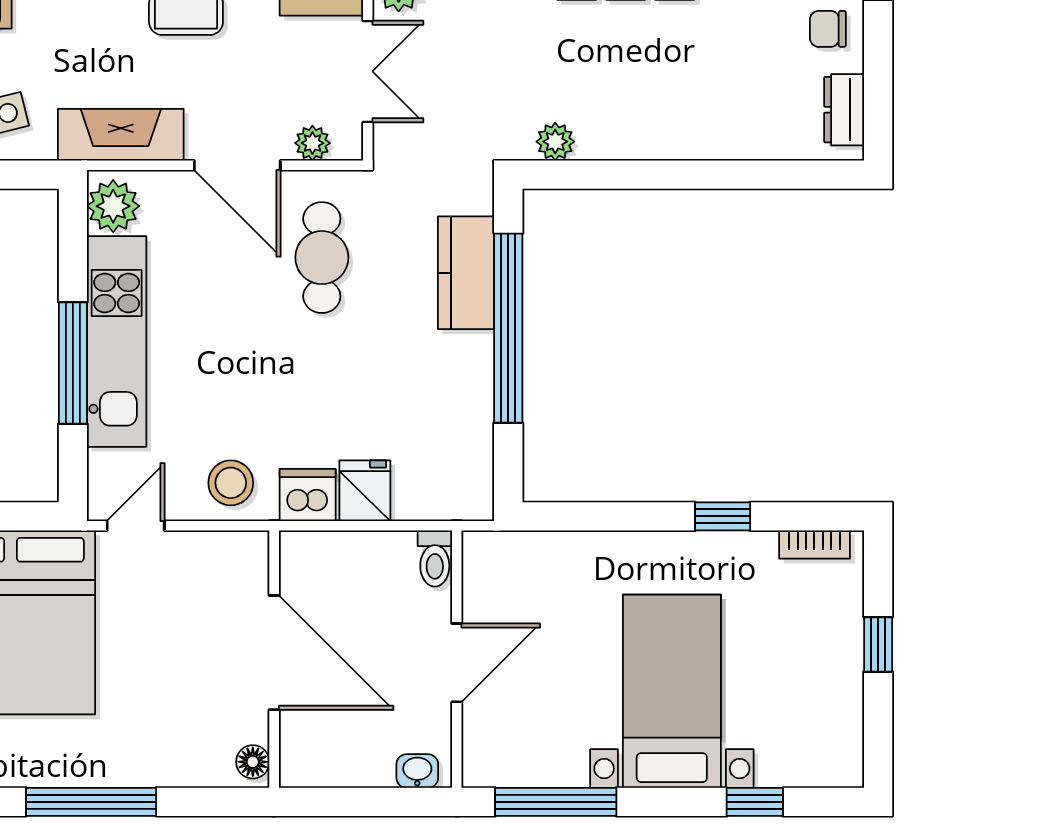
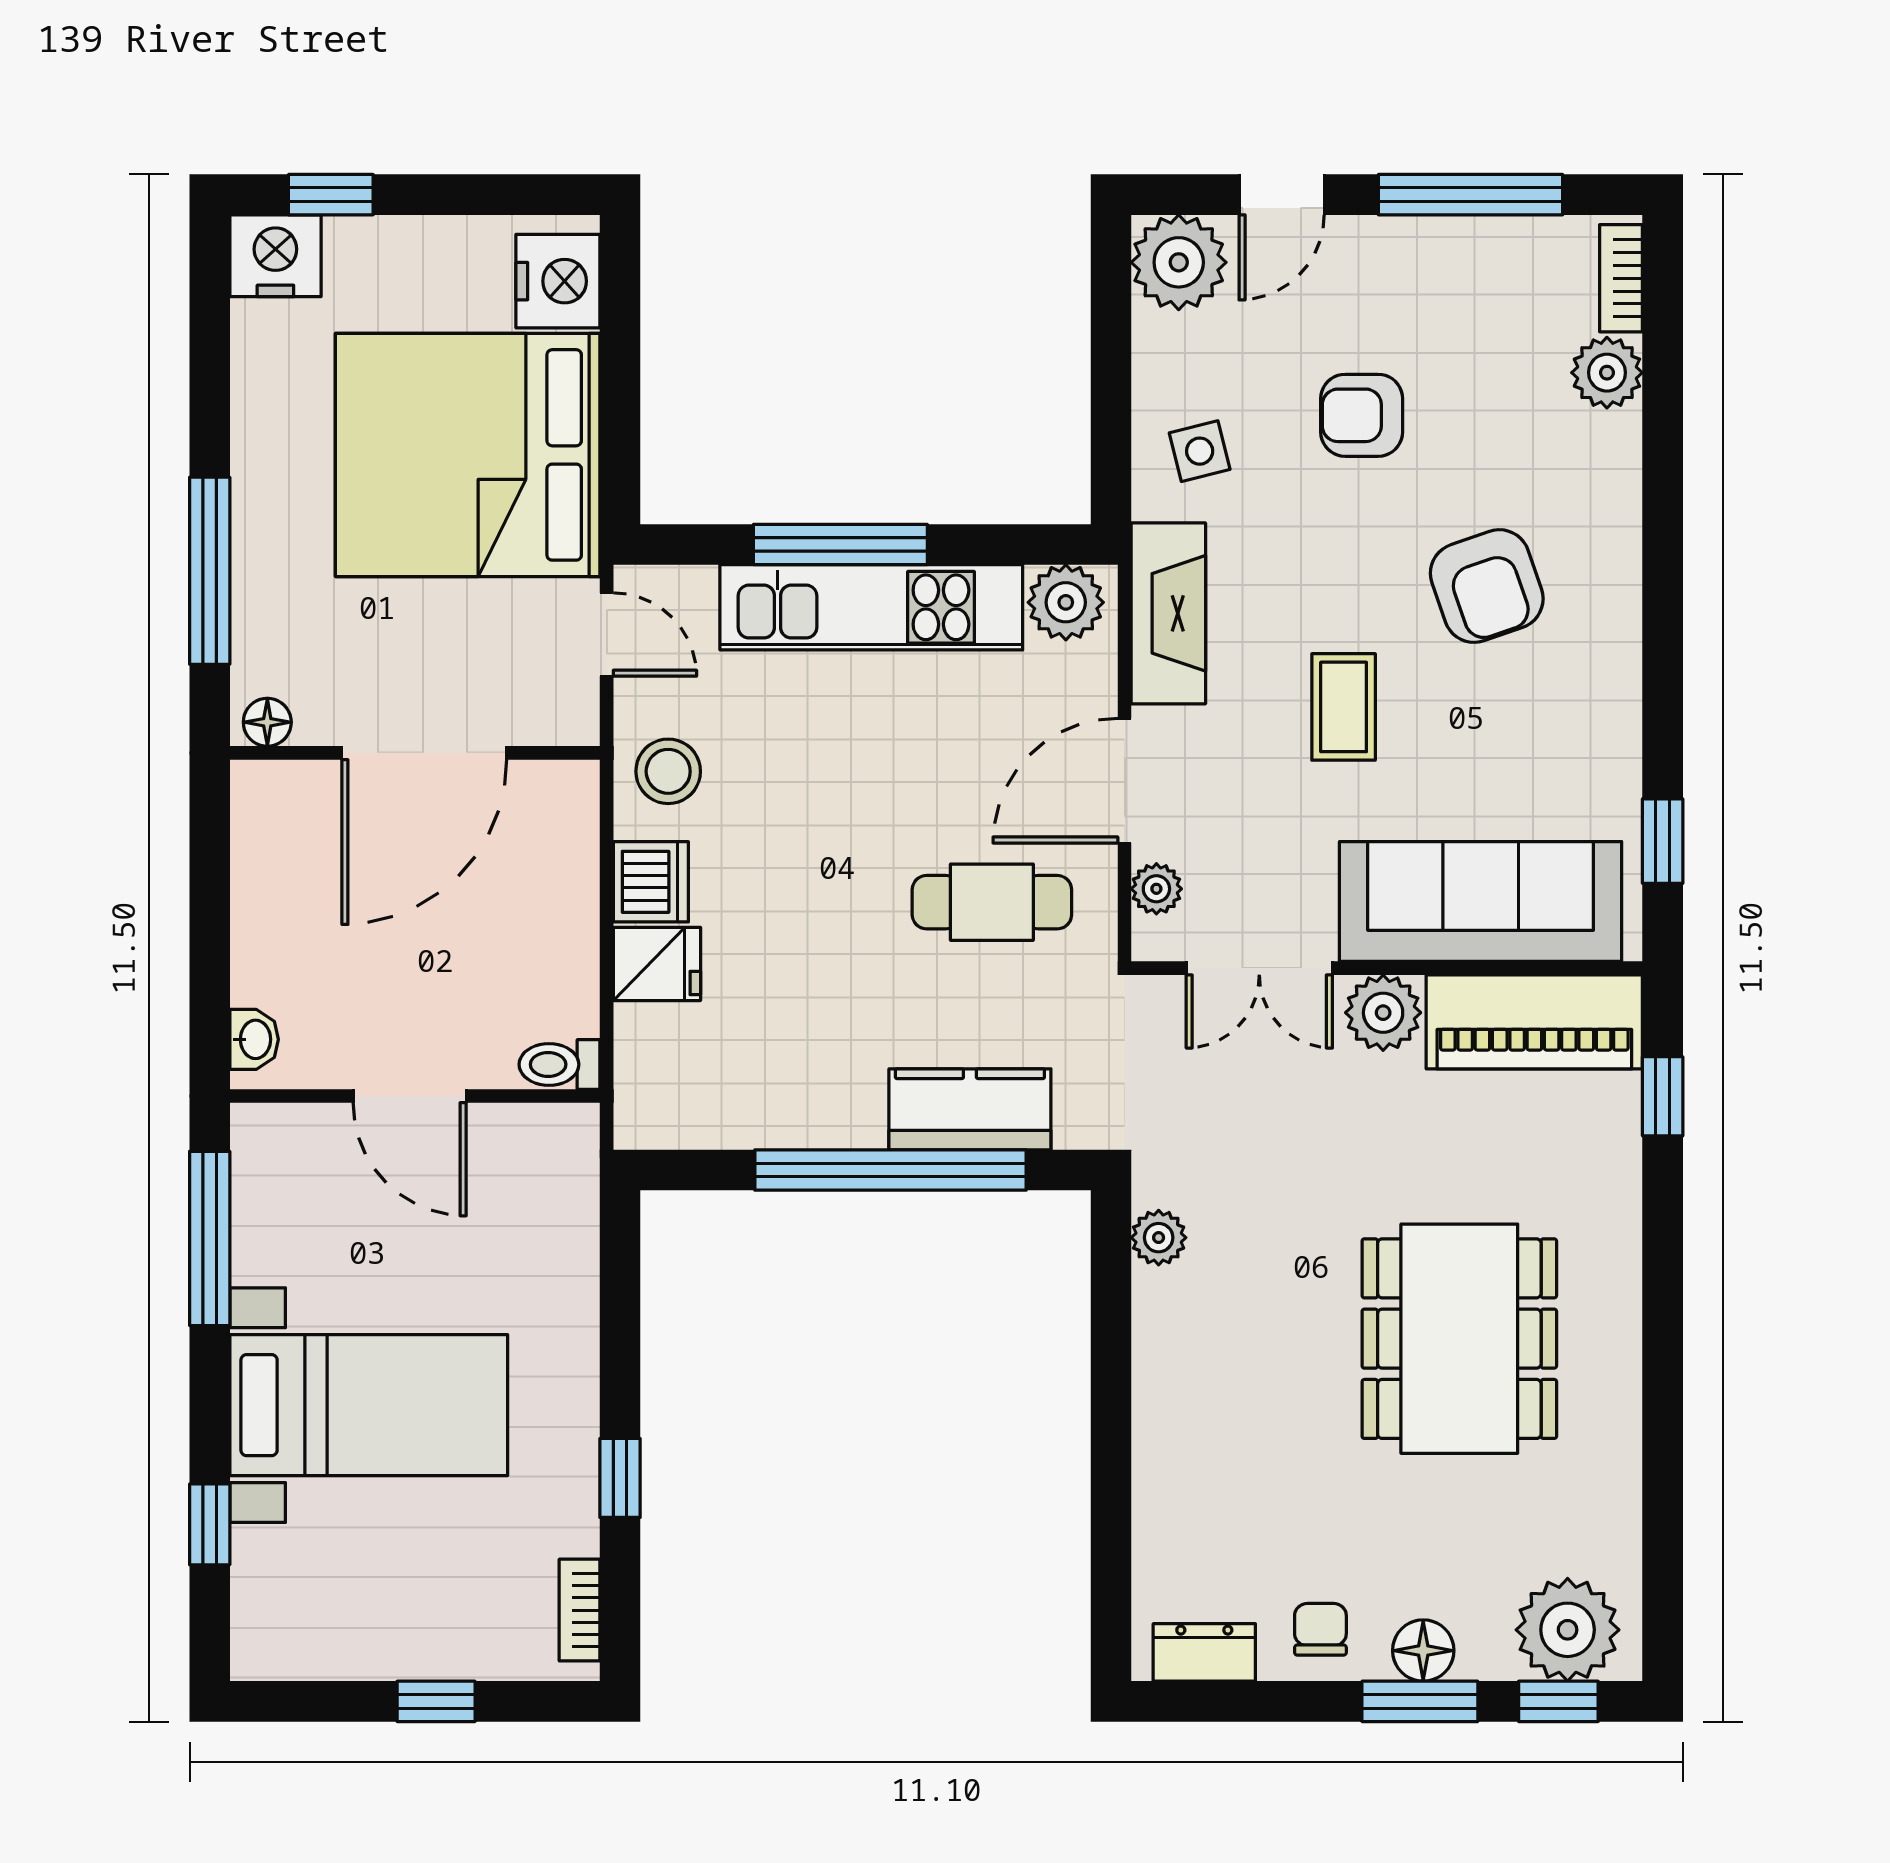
door: (274, 653) -> (424, 753), moved
wall: (274, 659) -> (415, 753), moved
floor lamp: (253, 762) -> (267, 722), moved

